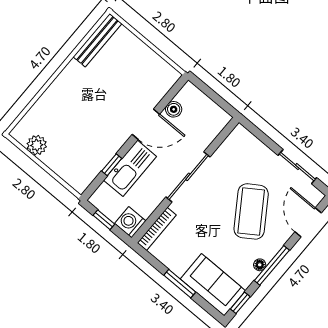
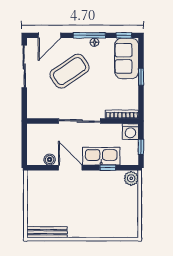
plant: (37, 145) -> (131, 178), moved
sliding door: (297, 167) -> (24, 67), width x1.37
window: (180, 284) -> (141, 77), width x0.67

